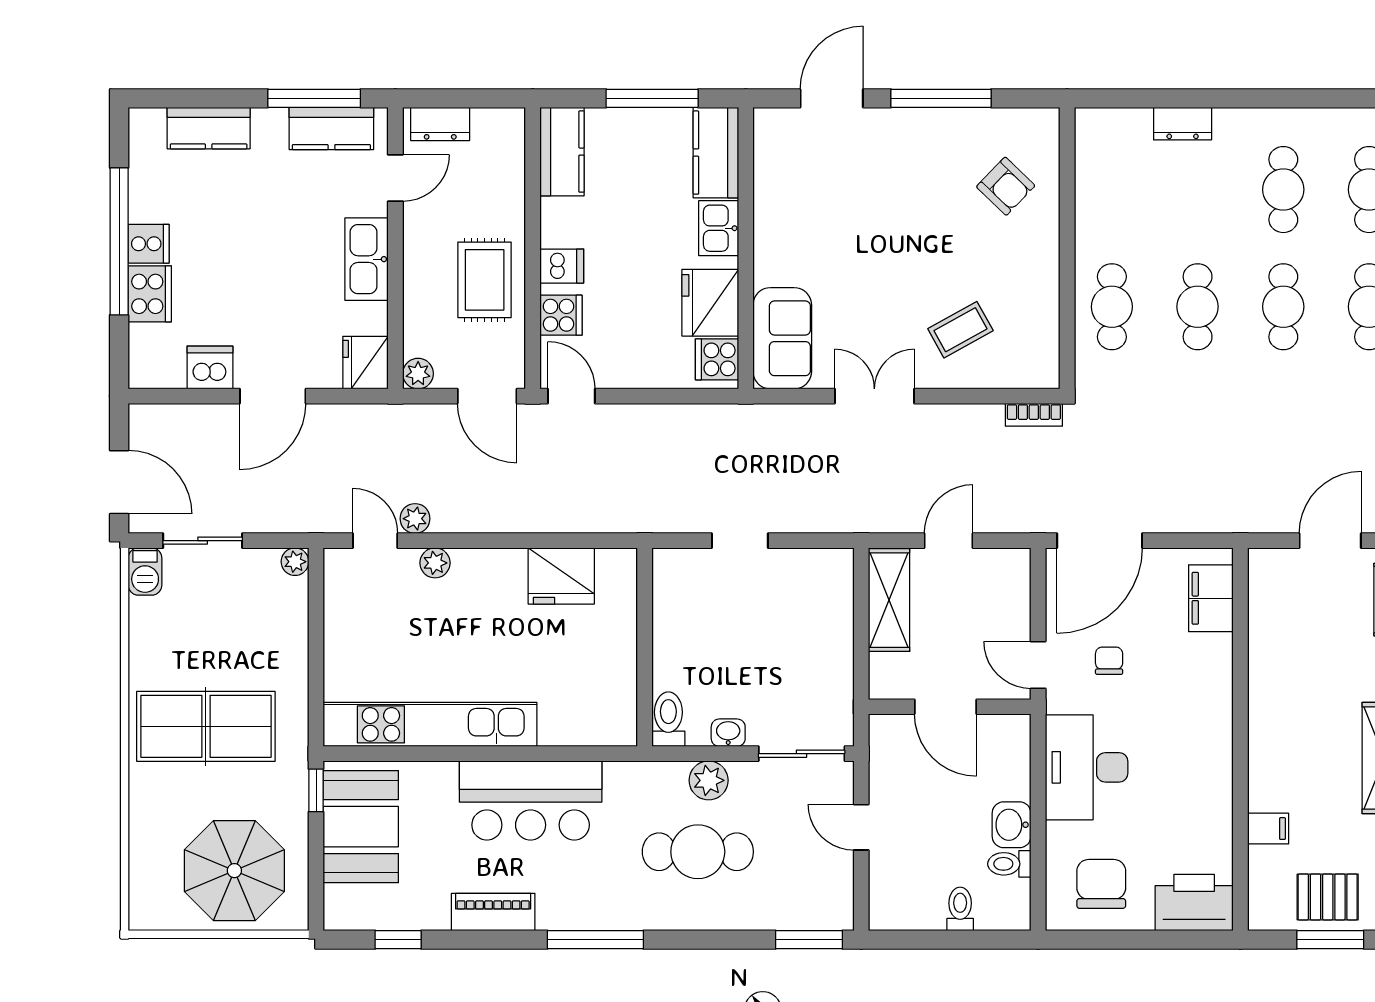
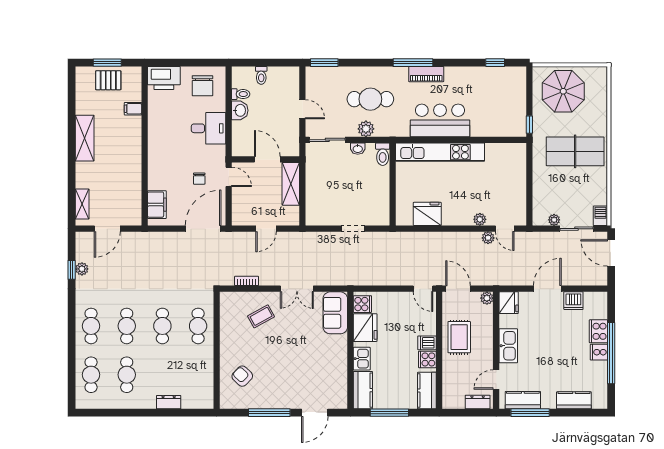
cooker: (561, 315) -> (427, 359), moved
bookcase: (1034, 415) -> (247, 281), moved
plant: (295, 562) -> (554, 220), moved
shelving: (889, 600) -> (291, 184), moved
kitchen unit: (430, 724) -> (440, 152), moved
desk: (1087, 767) -> (209, 128), width x0.73
booth: (361, 827) -> (511, 110), removed
piano: (493, 912) -> (426, 74), moved

